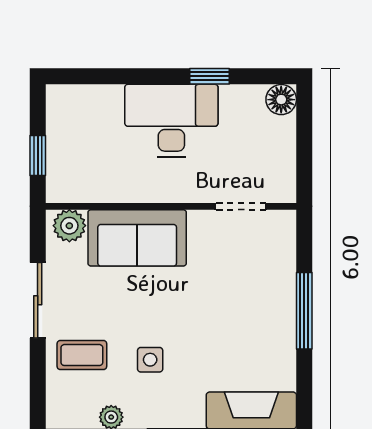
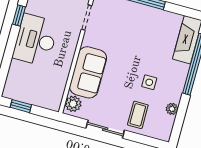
window: (38, 155) -> (21, 106), moved

